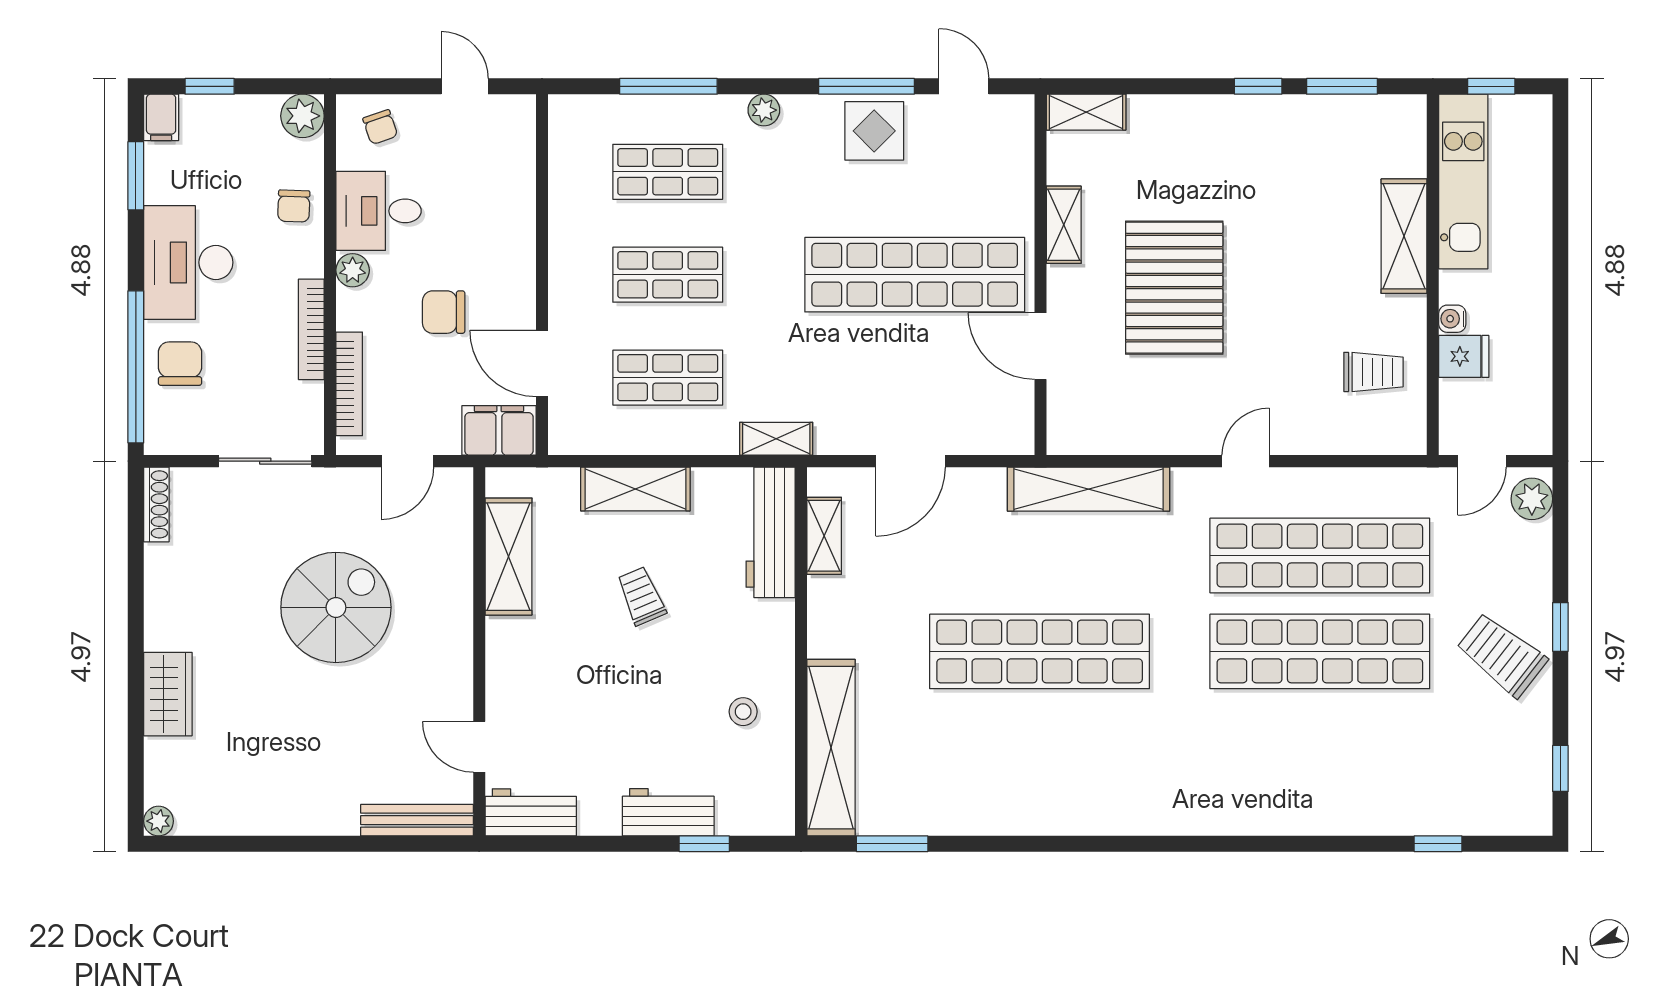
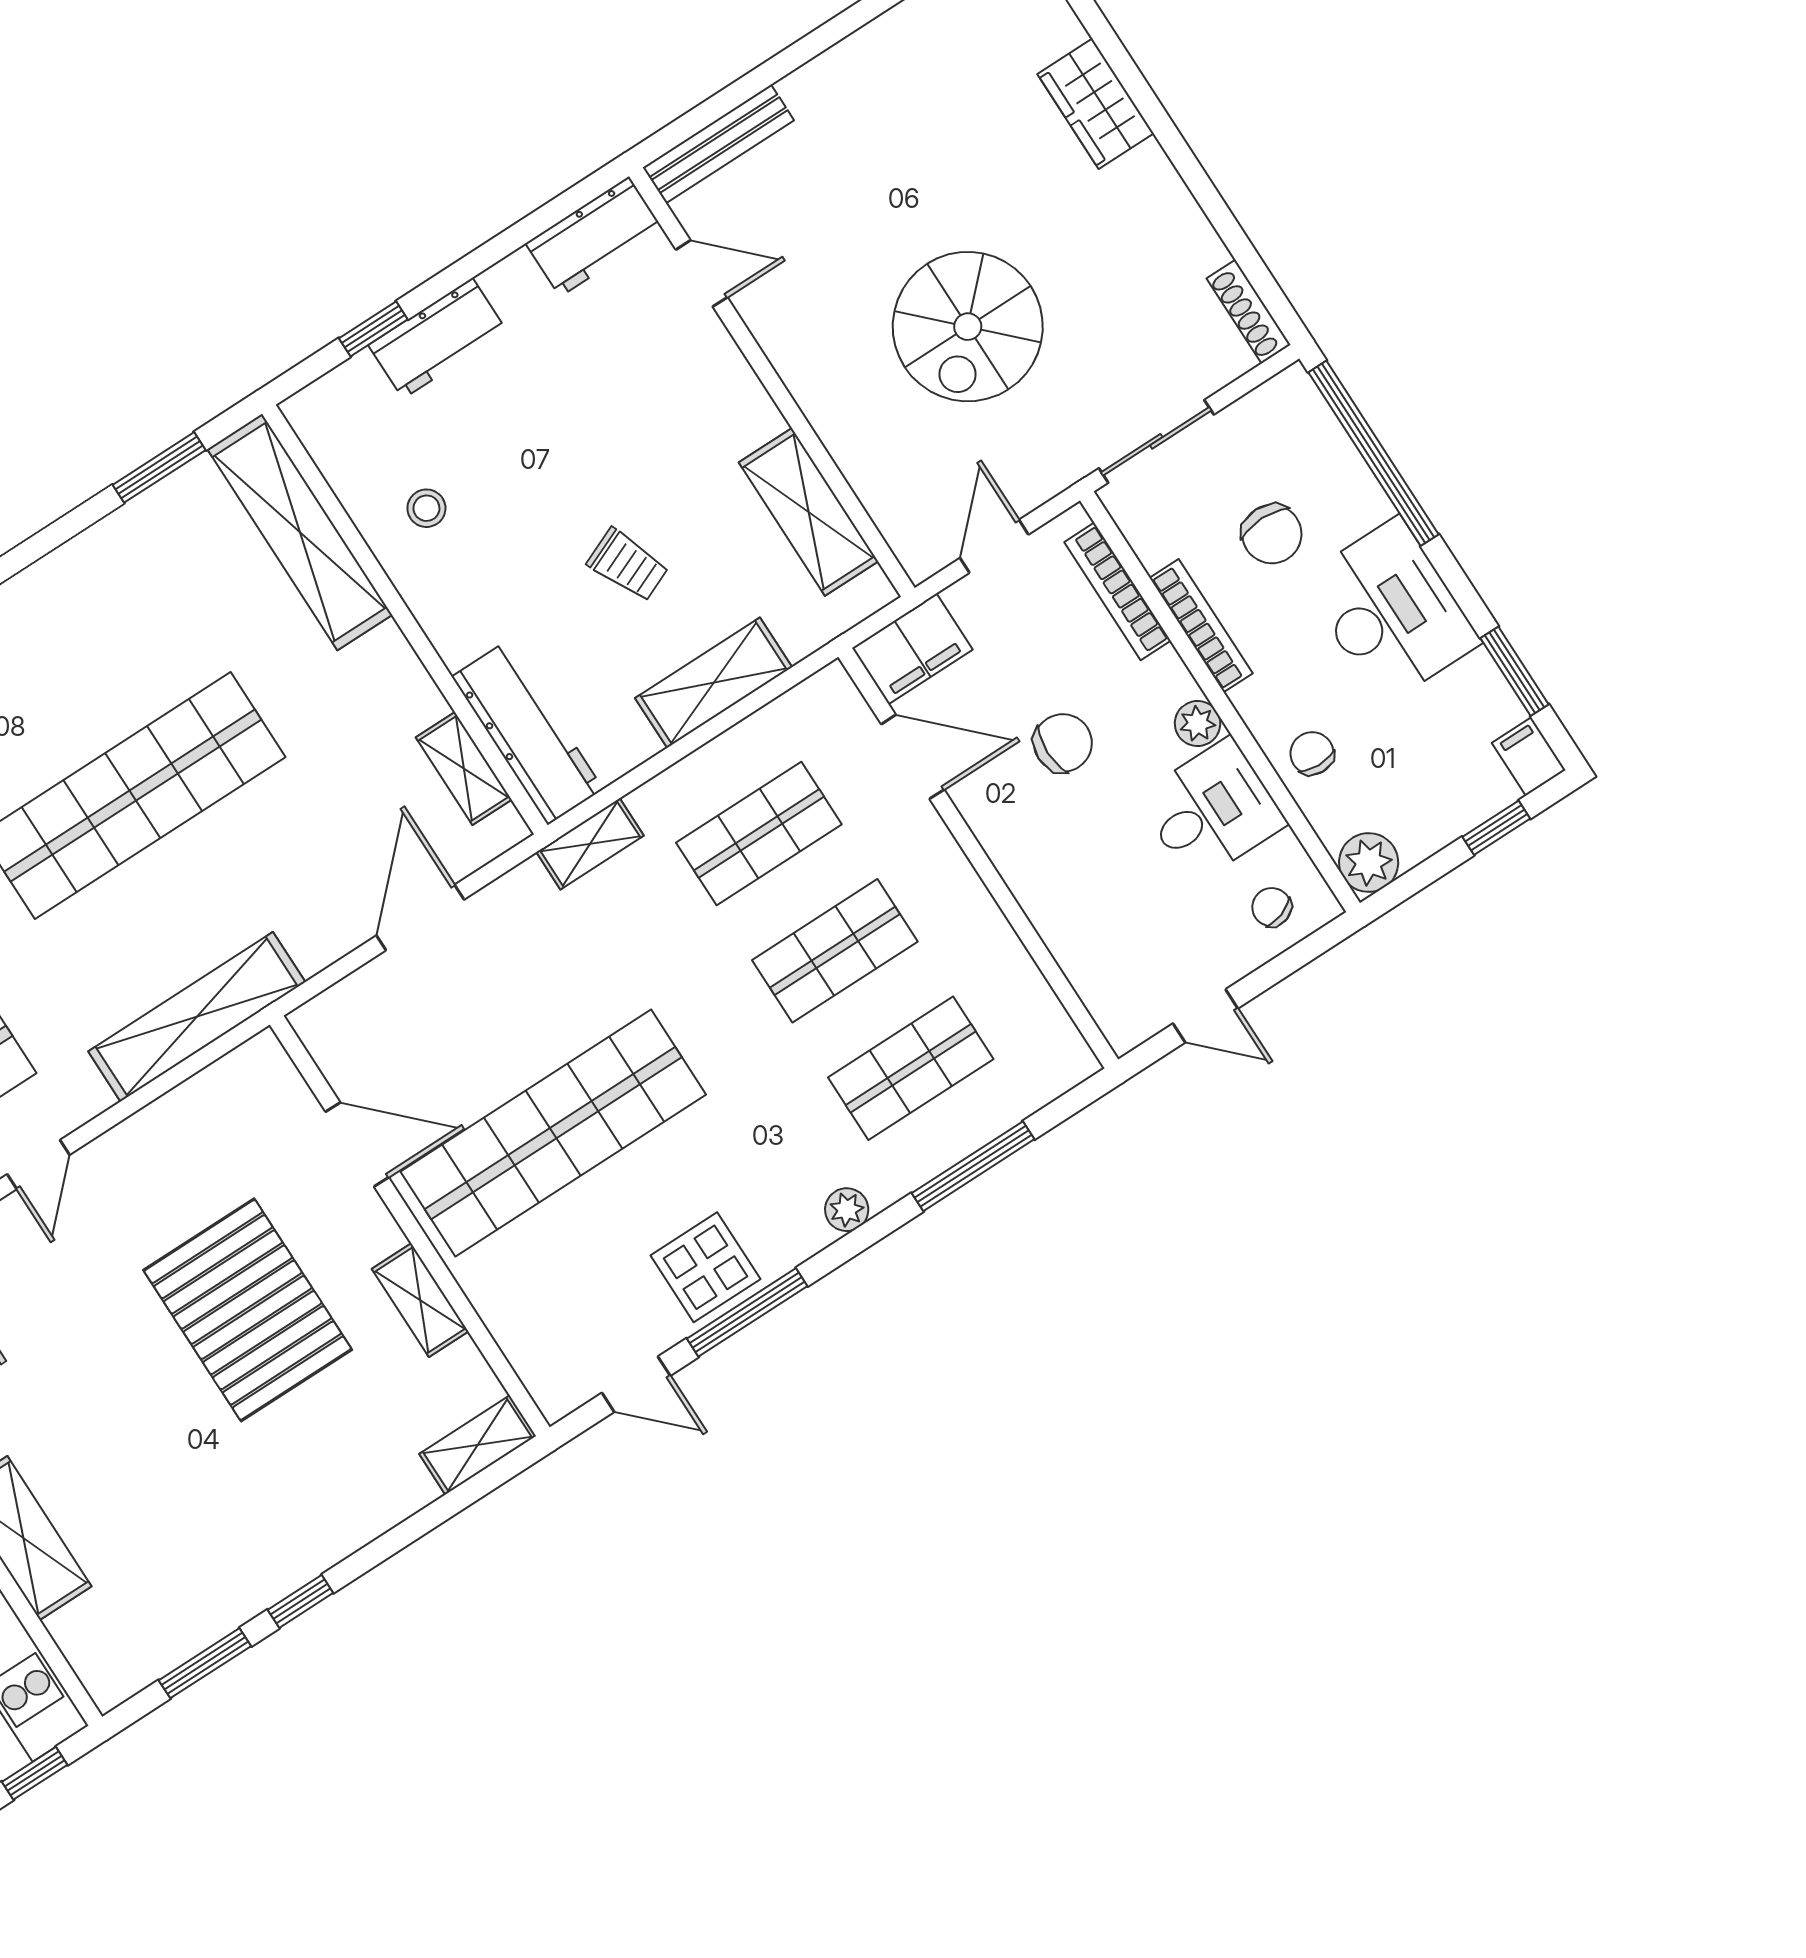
chair: (180, 364) -> (1272, 534), moved

